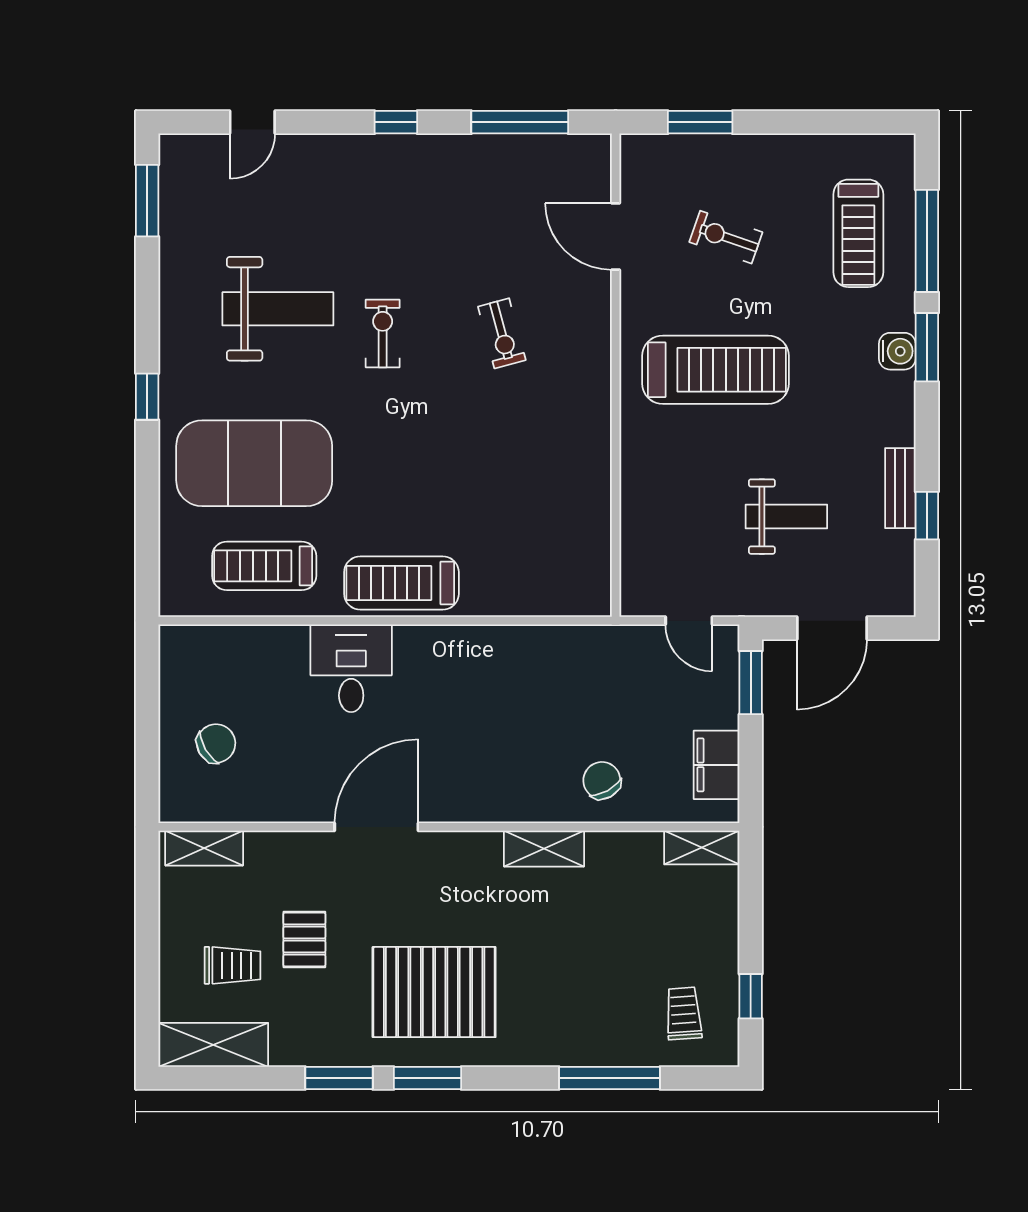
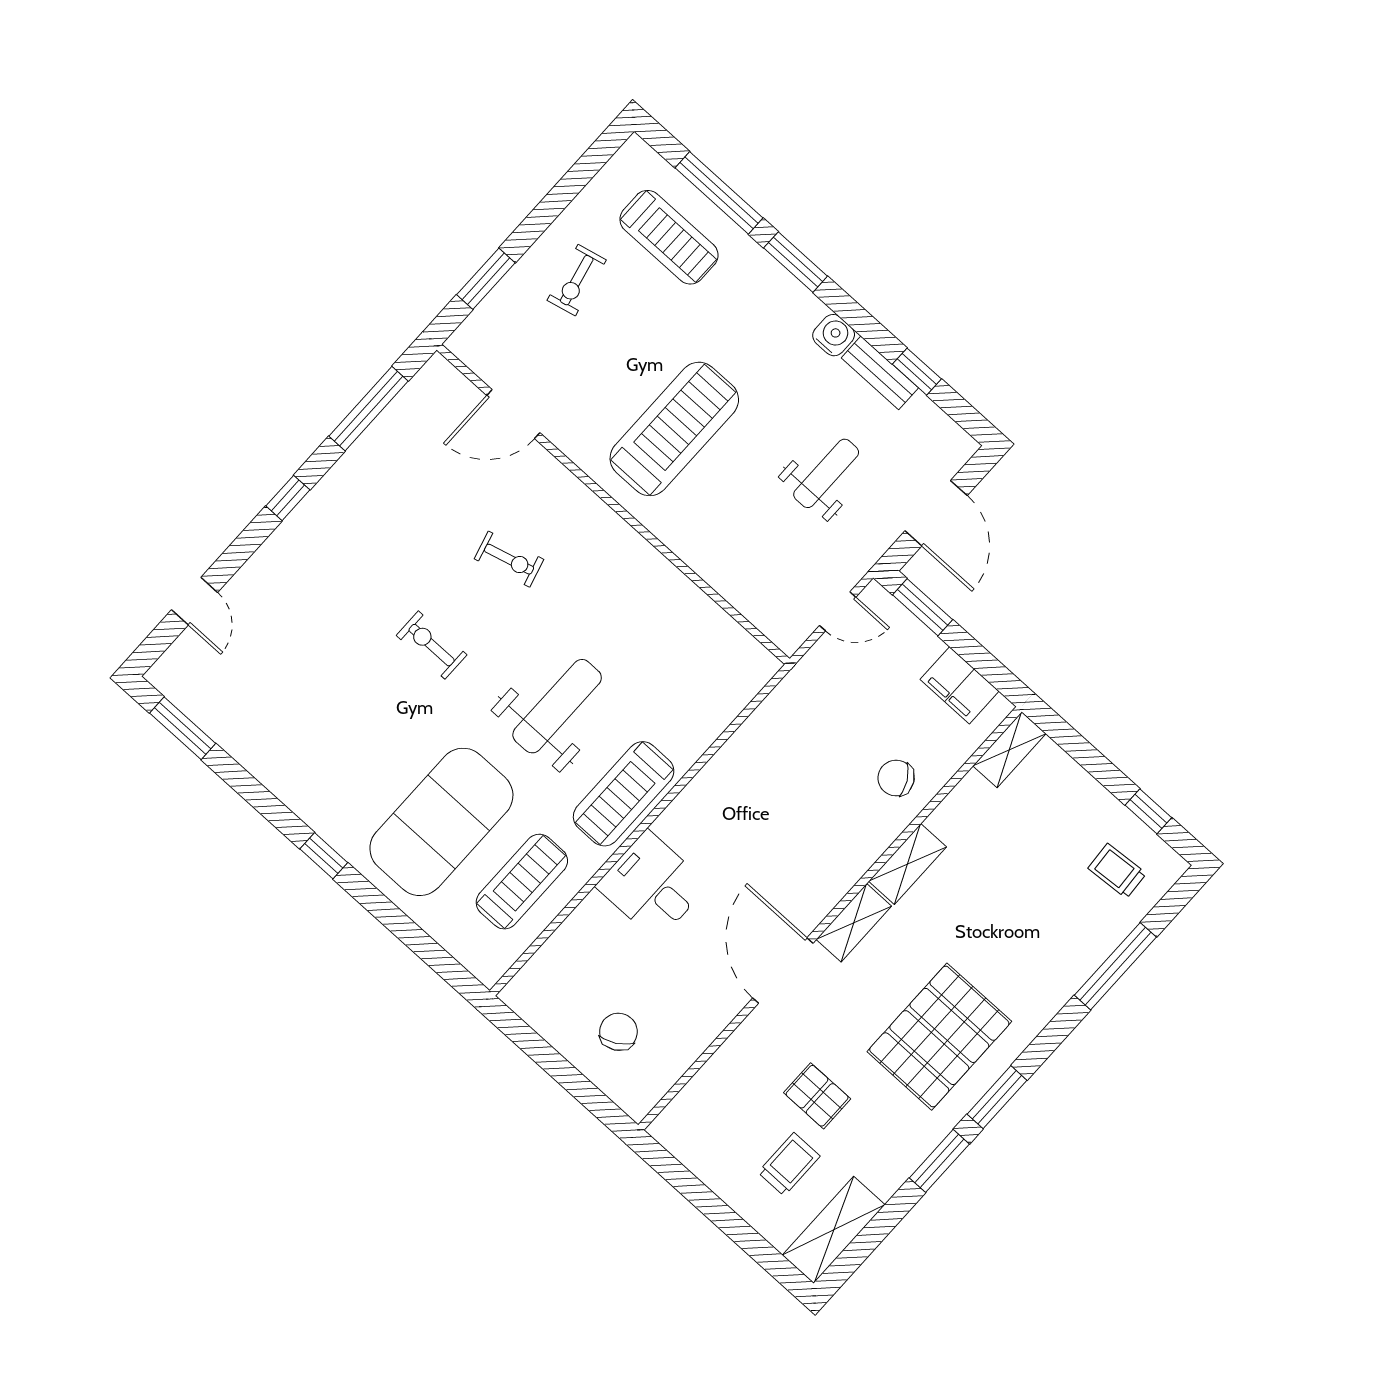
exercise bike: (726, 237) -> (577, 280), moved, turned -32
weight bench: (278, 309) -> (557, 706), moved
water cooler: (897, 351) -> (834, 335), moved
treadmill: (264, 566) -> (522, 882), turned 180
shelving: (204, 848) -> (854, 923), moved

